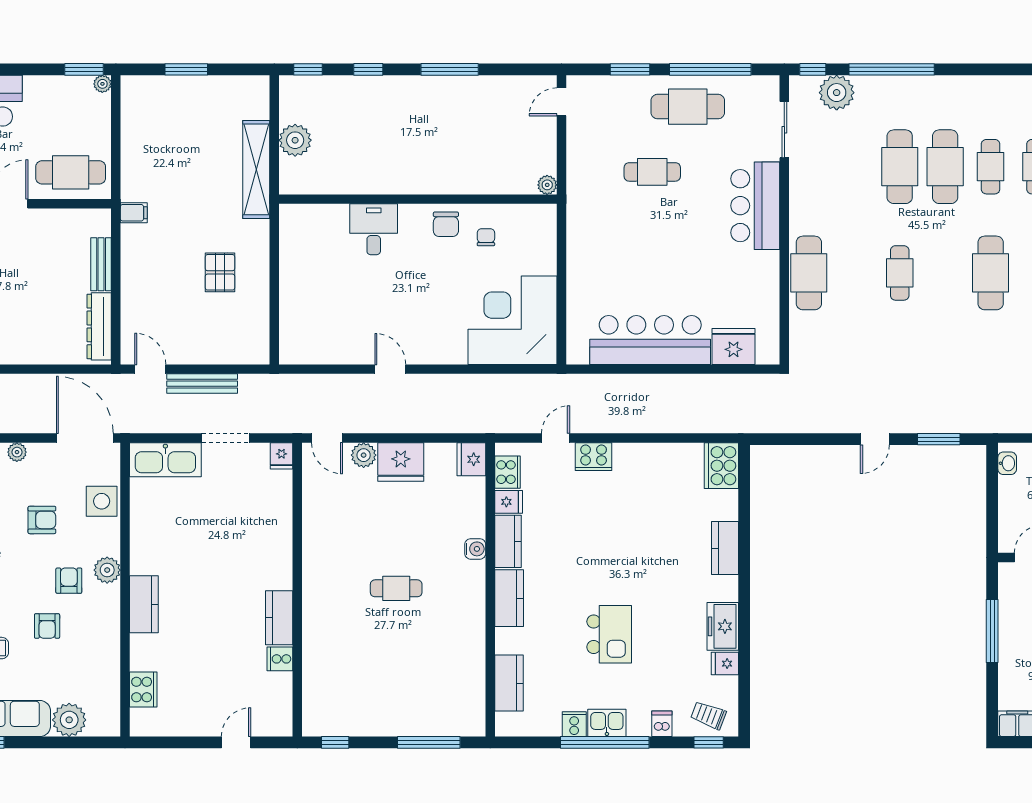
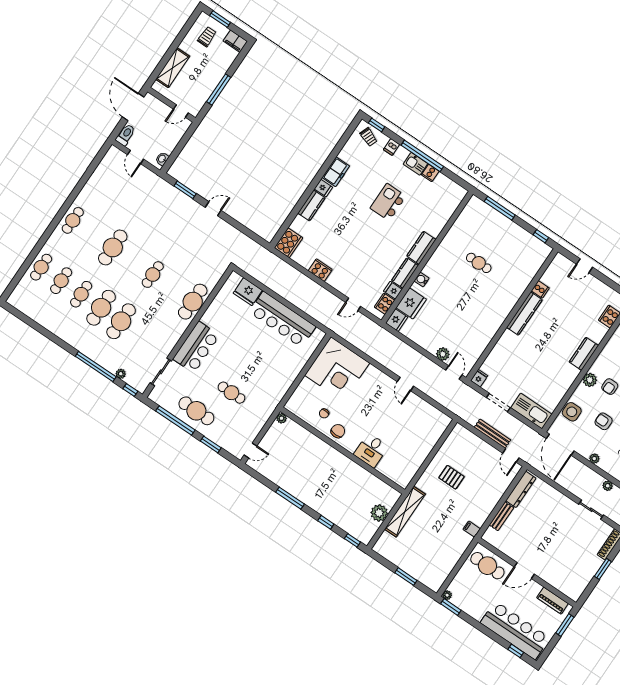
plant: (837, 93) -> (121, 374), width x0.53, depth x0.53
pallet: (220, 272) -> (452, 477), turned 90
cooker: (594, 457) -> (320, 270), moved
fridge: (401, 462) -> (411, 303), moved, turned 90
cafe table: (396, 588) -> (479, 263), moved
kitchen counter: (279, 618) -> (524, 314), width x1.50
fridge: (725, 664) -> (323, 188), moved
kitchen counter: (509, 683) -> (447, 210), removed

